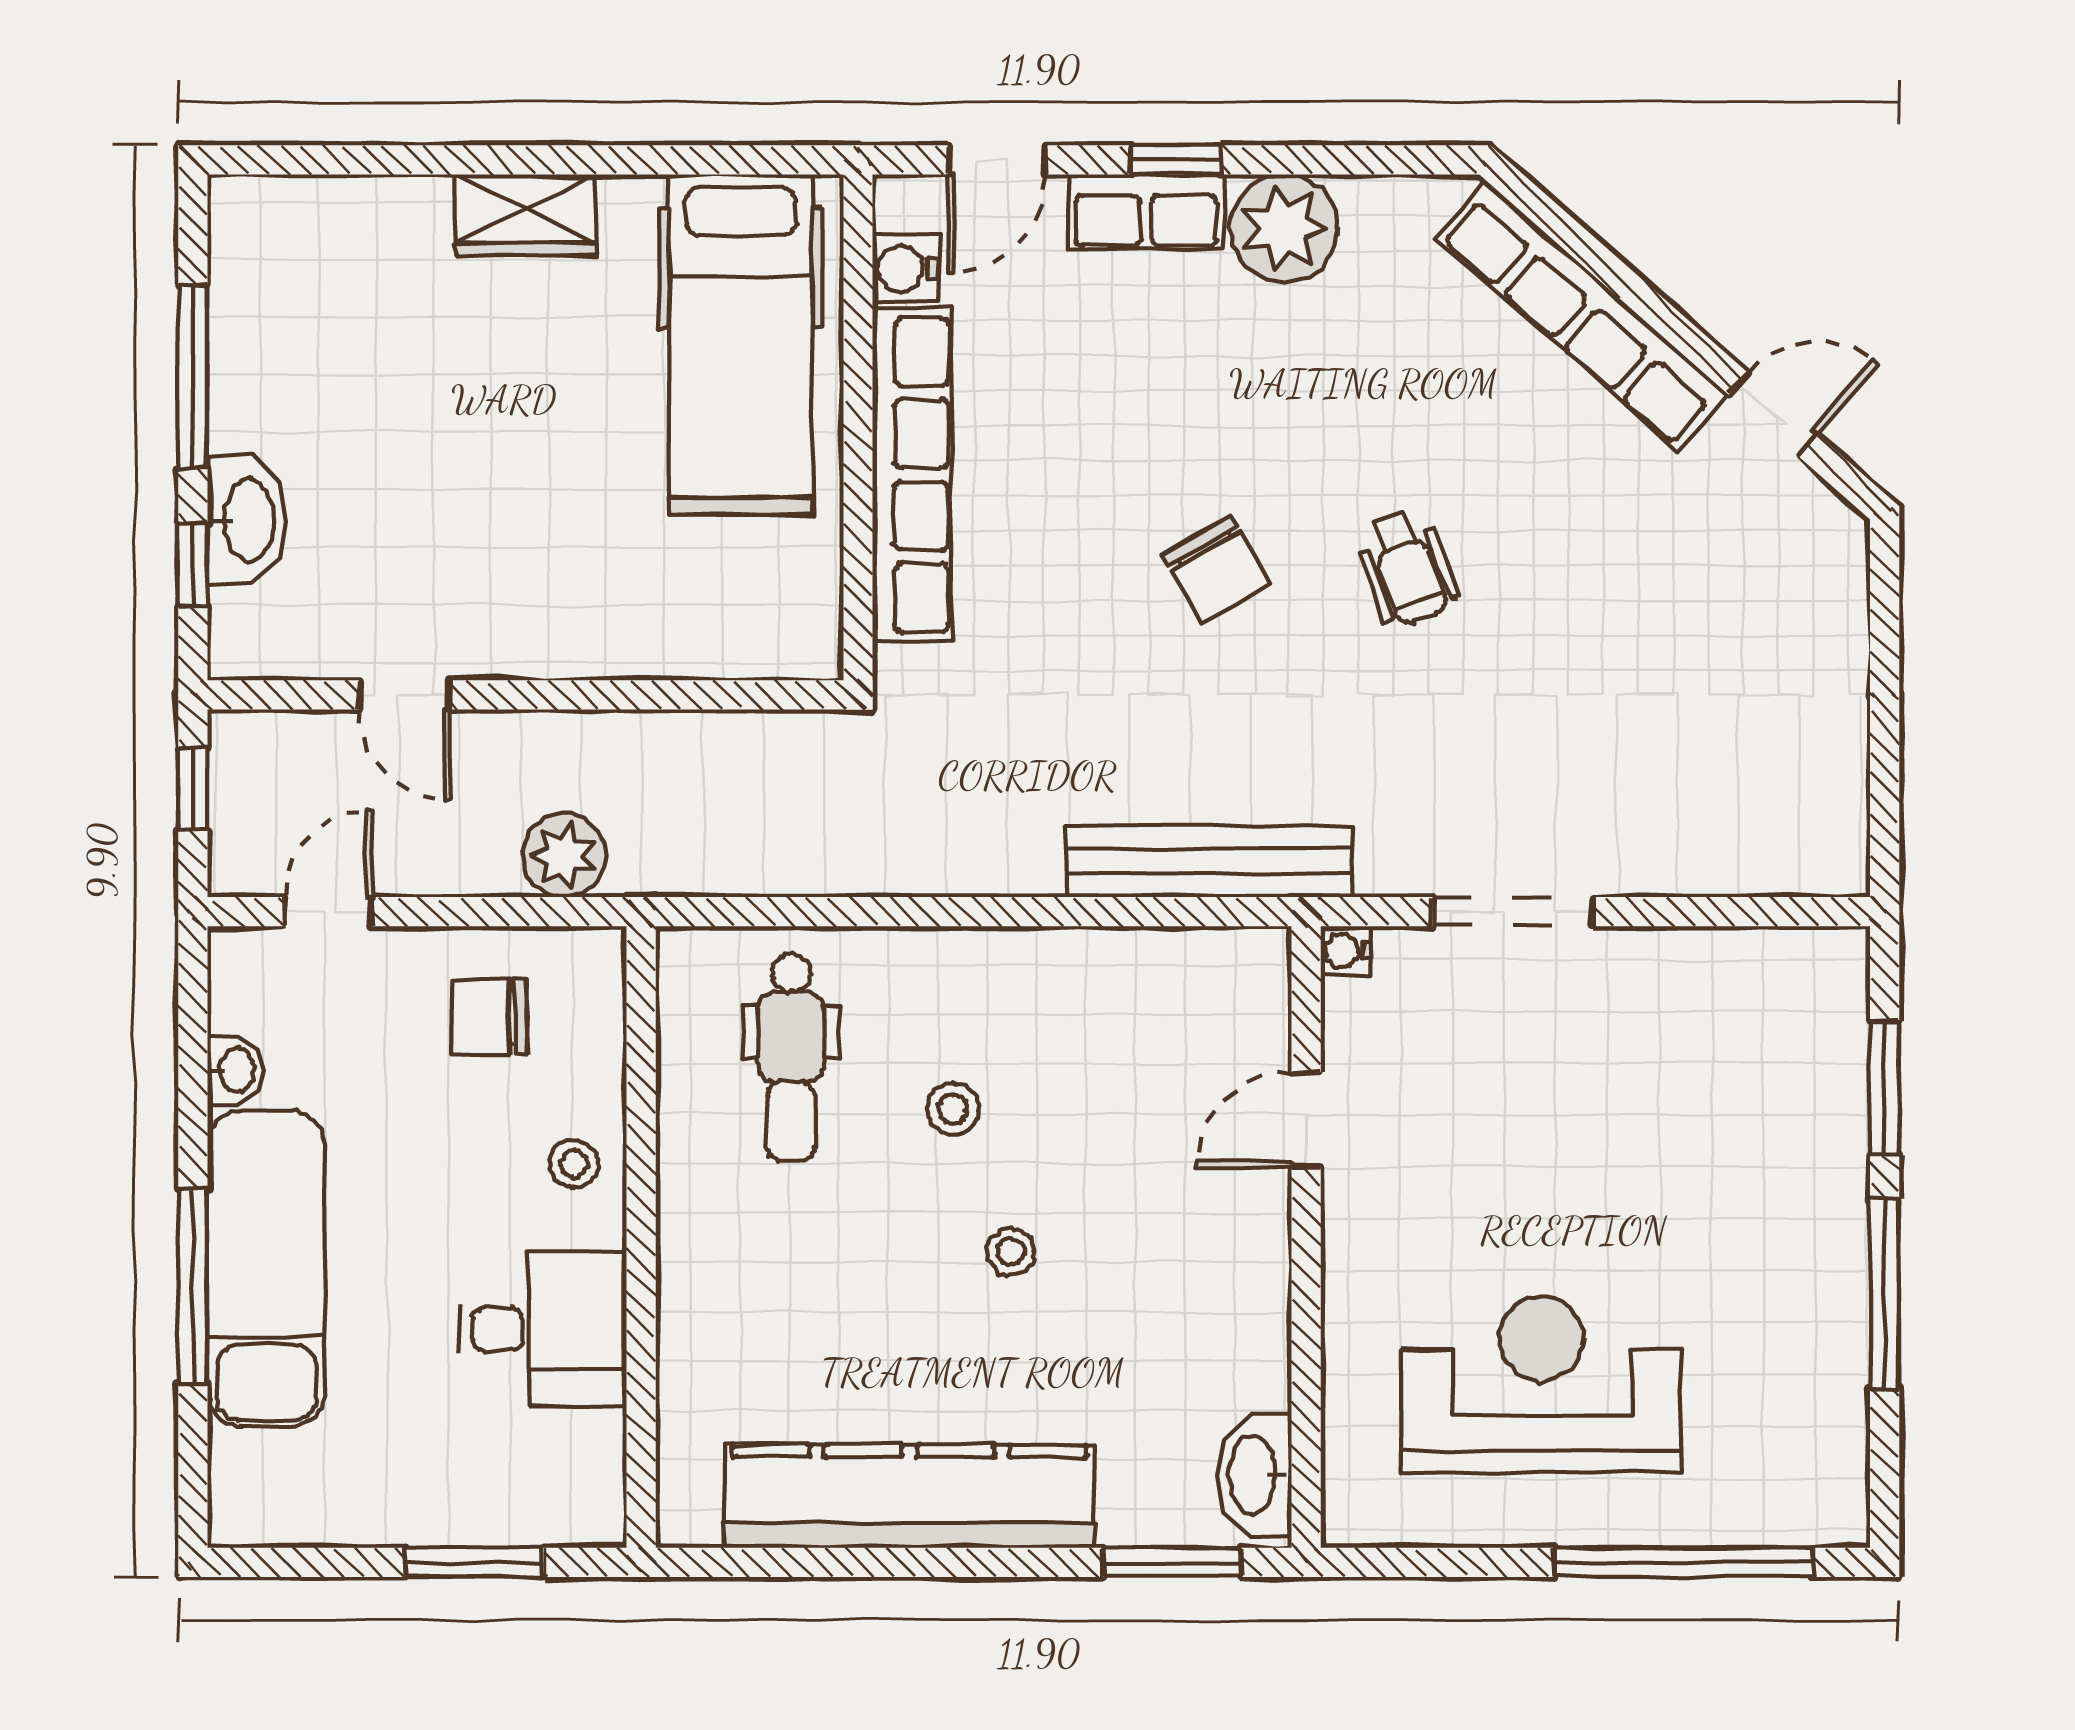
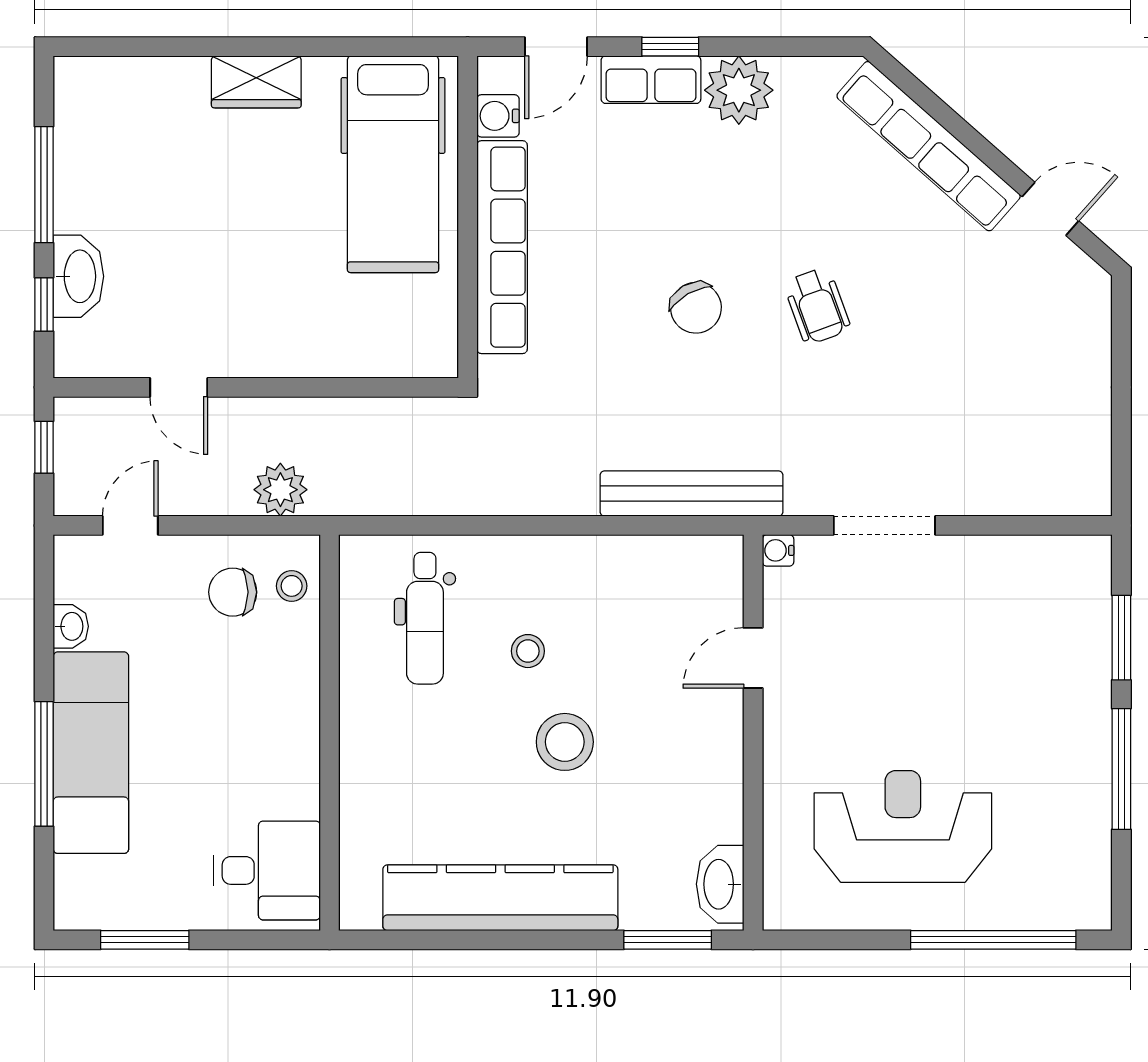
stool: (574, 1164) -> (292, 586), moved
stool: (1011, 1252) -> (565, 742), width x1.89, depth x1.89
desk: (543, 1329) -> (267, 870), moved
window: (474, 1562) -> (145, 940), moved

